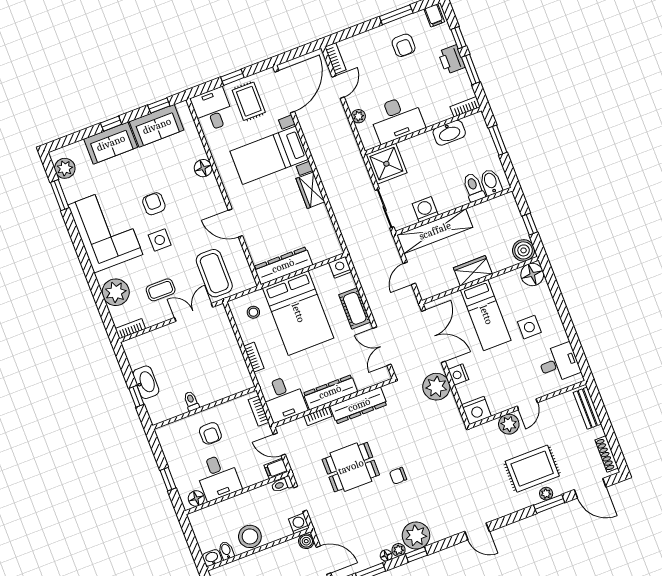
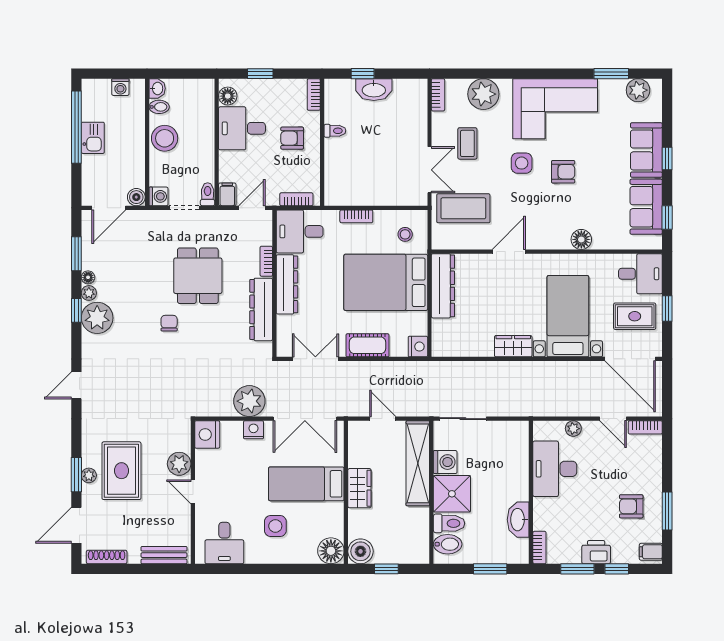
shower: (386, 164) -> (452, 494), moved
bookcase: (168, 429) -> (314, 95), added

